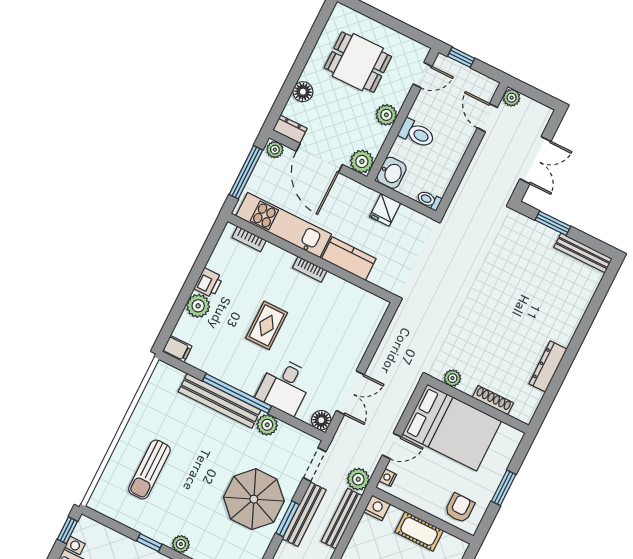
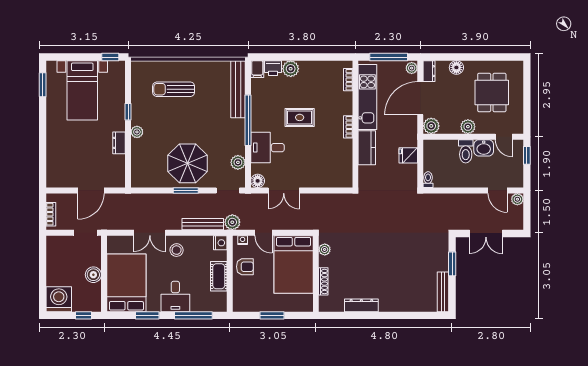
door: (487, 118) -> (497, 190), swing flipped
washbasin: (392, 173) -> (484, 148), moved
printer: (209, 283) -> (273, 68), moved
bench: (220, 401) -> (238, 89), moved
plant: (267, 425) -> (238, 162), moved
armchair: (460, 508) -> (245, 267), moved
bench: (304, 514) -> (194, 199), removed

